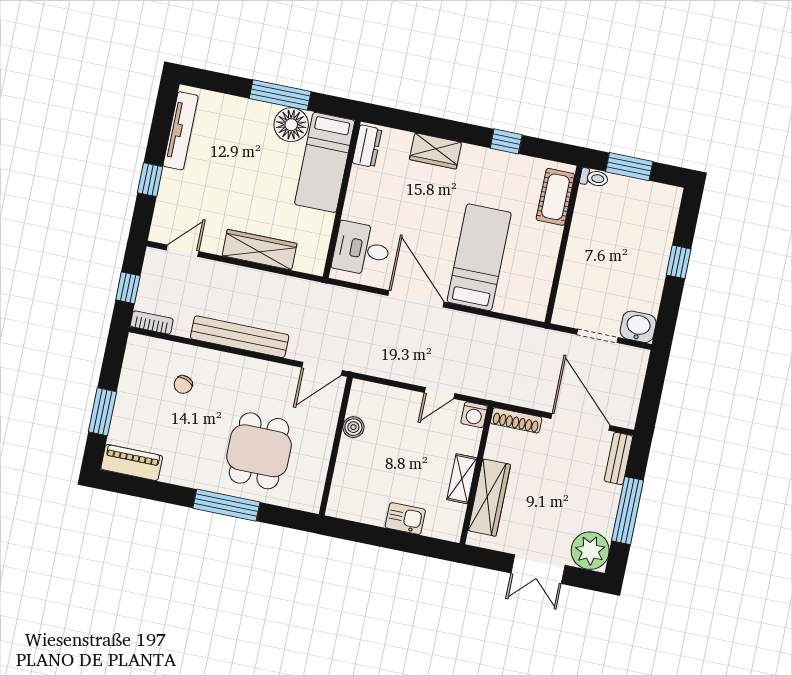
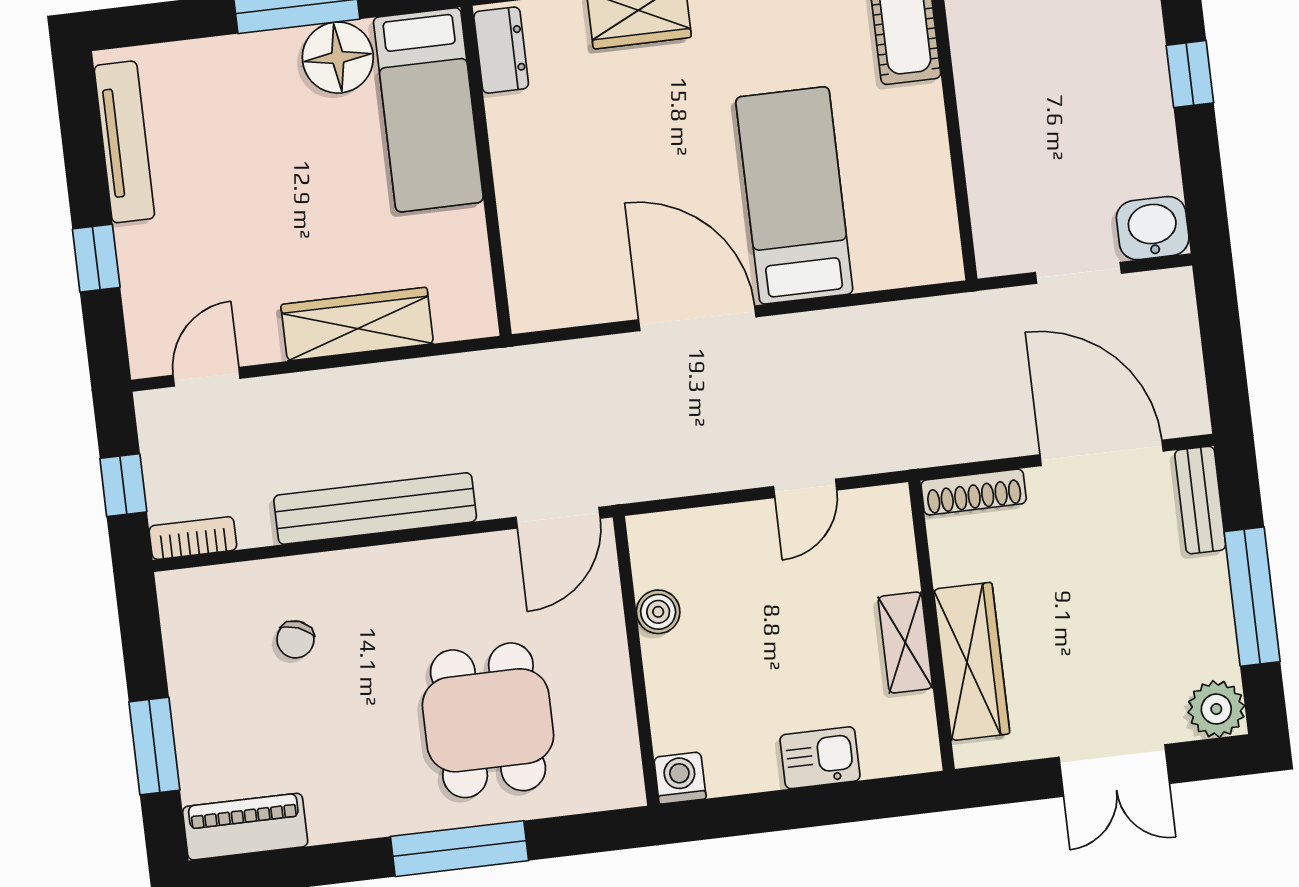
desk: (362, 249) -> (558, 256), removed
washing machine: (474, 415) -> (680, 778), moved, turned 180
plant: (590, 551) -> (1216, 709), width x0.73, depth x0.73

